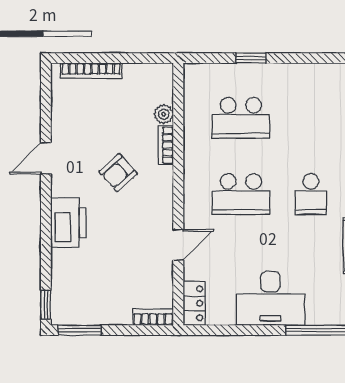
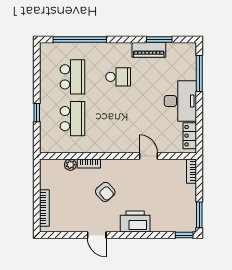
school desk: (241, 194) -> (72, 77), moved
locker: (194, 303) -> (190, 136), moved, turned -90

